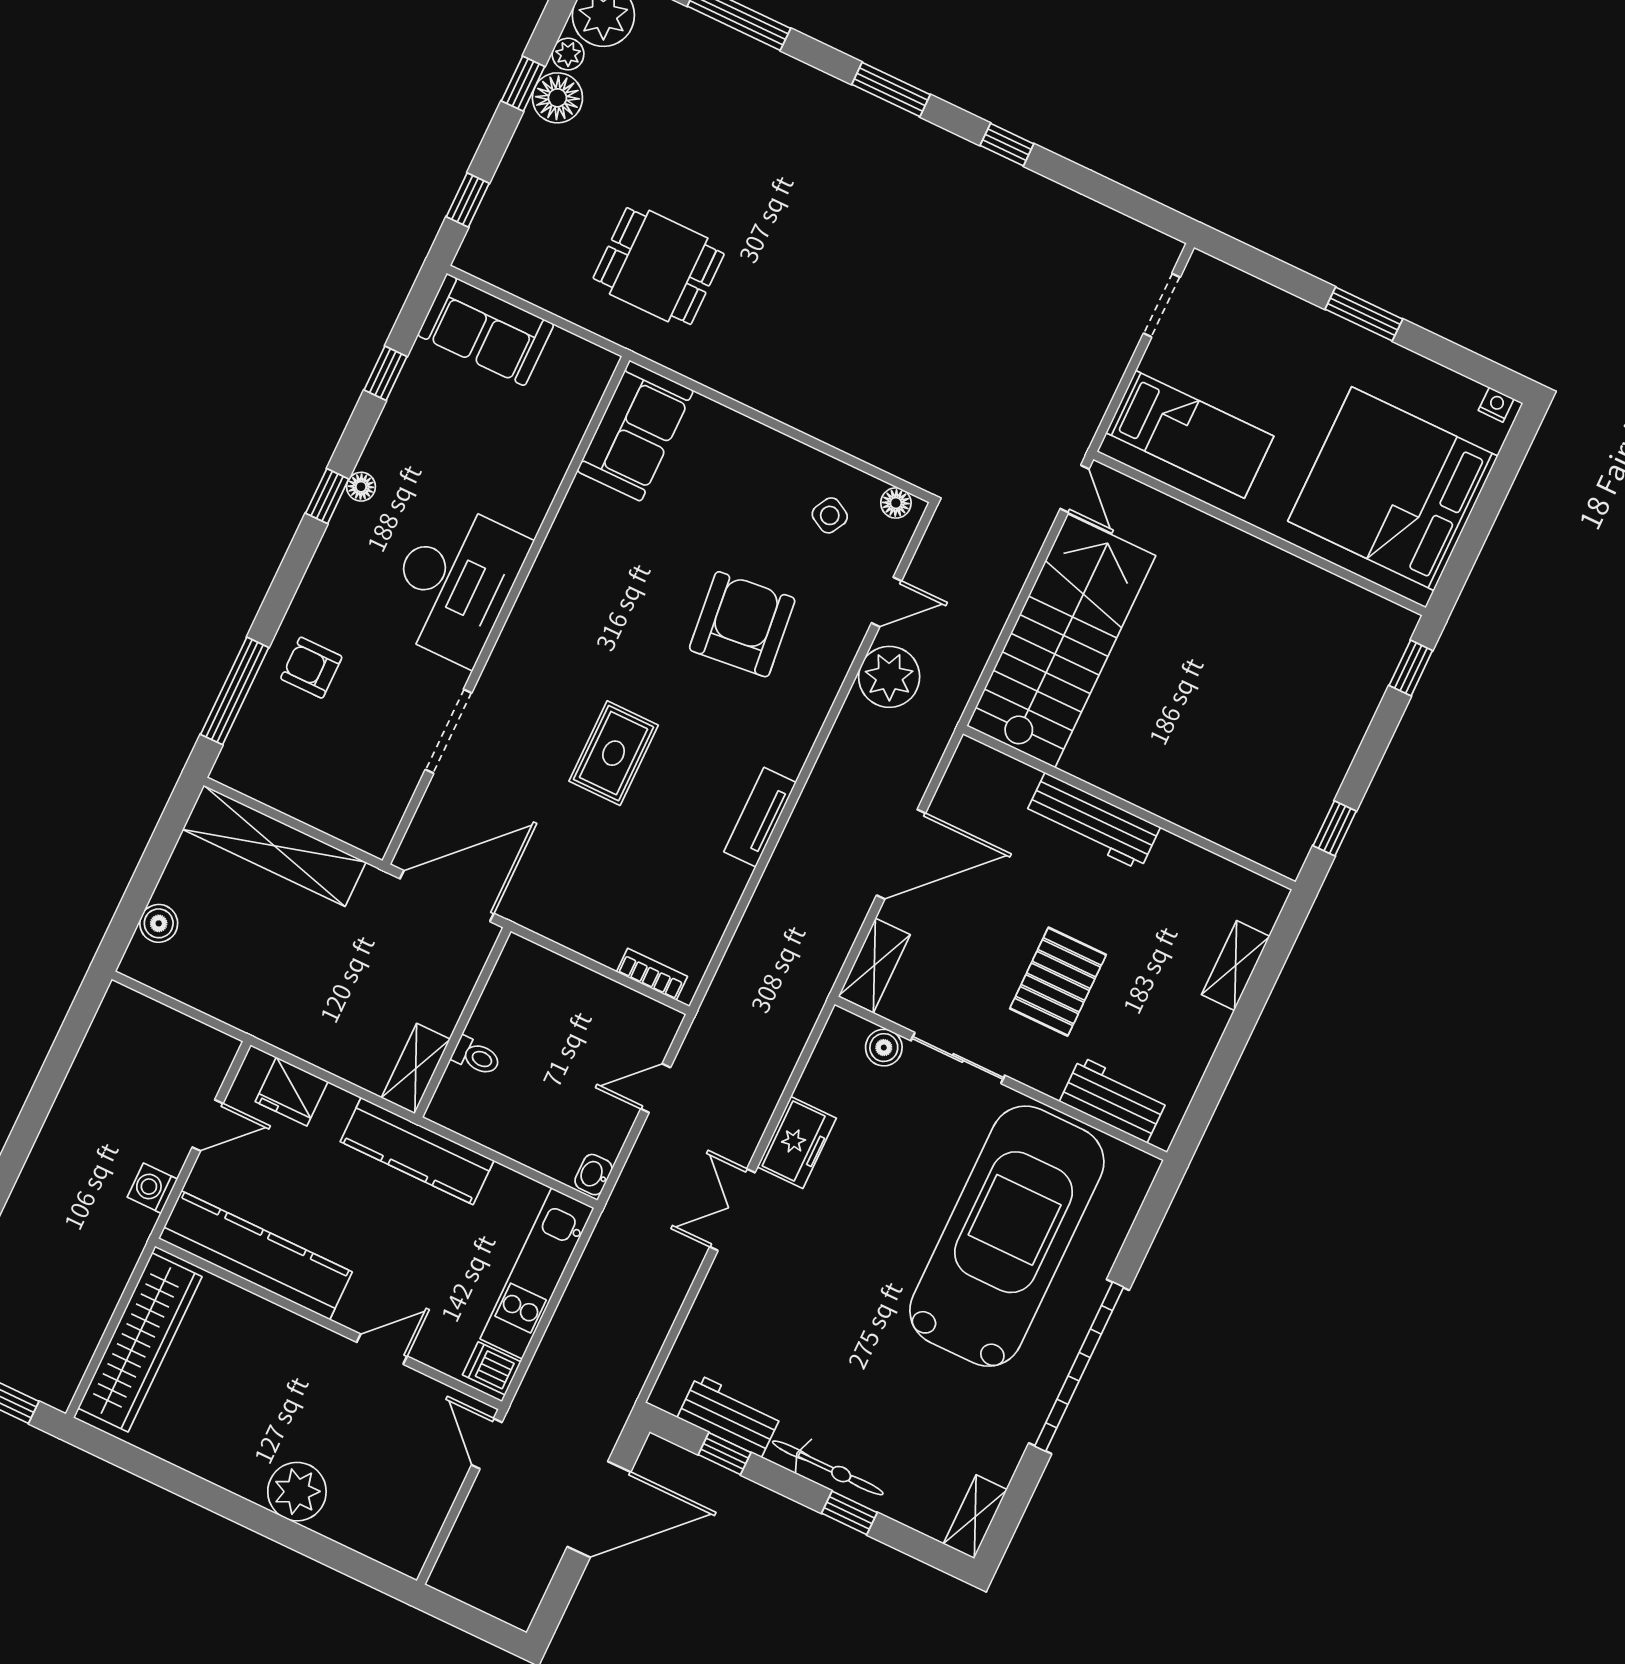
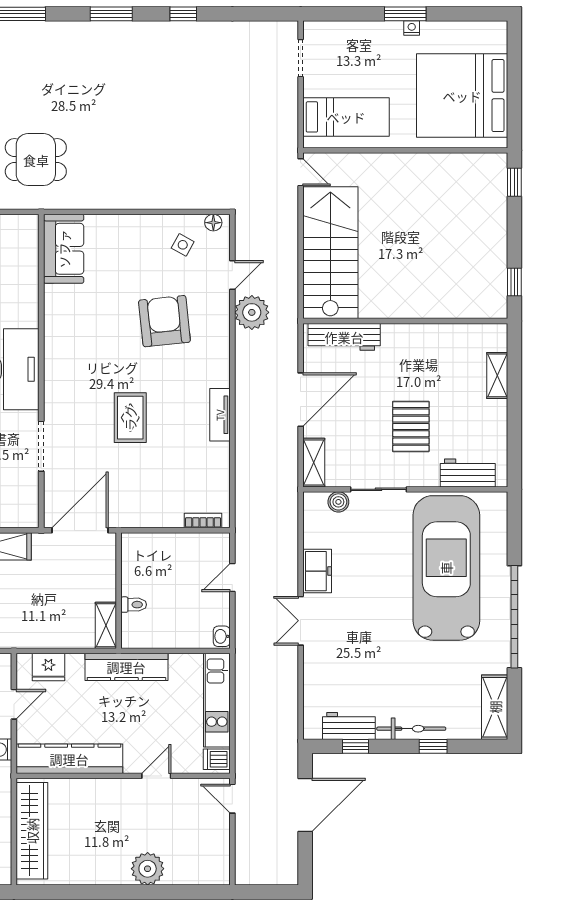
nightstand: (1496, 405) -> (412, 28), moved
workbench: (1093, 821) -> (344, 337), moved
shelving: (975, 1517) -> (495, 707), width x1.50, depth x1.33

